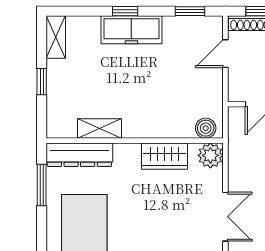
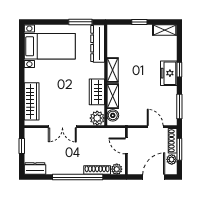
window: (190, 11) -> (179, 106), width x1.50
freezer: (131, 30) -> (169, 73), width x0.71
shelving: (99, 128) -> (113, 70), moved
shelving: (172, 128) -> (113, 96), added

